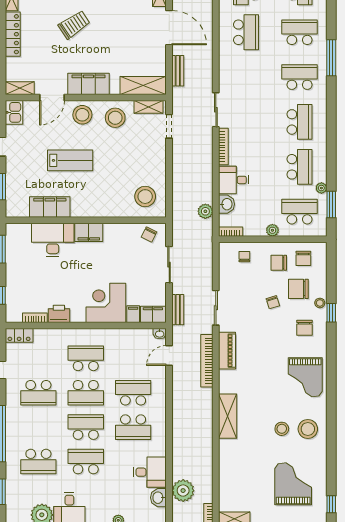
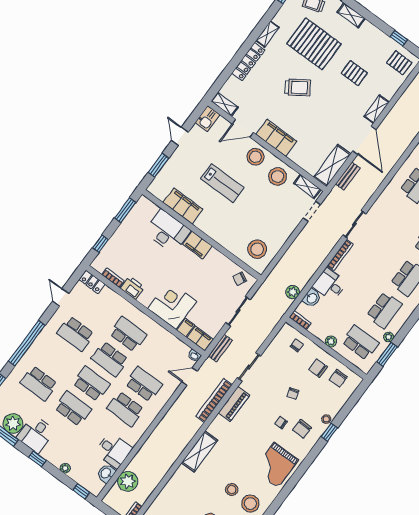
shelving: (143, 85) -> (332, 166), moved, turned 90
chair: (298, 289) -> (281, 423), moved, width x0.54, depth x0.54

